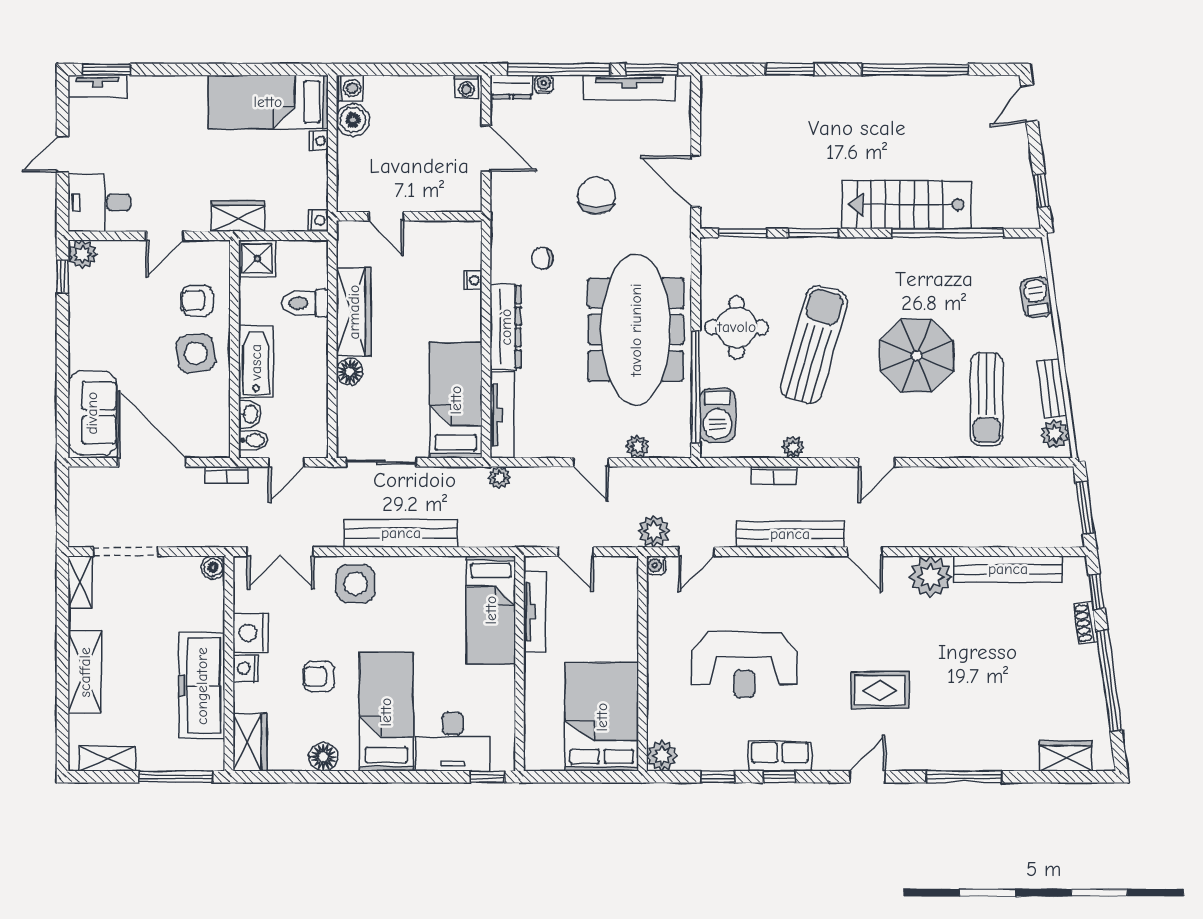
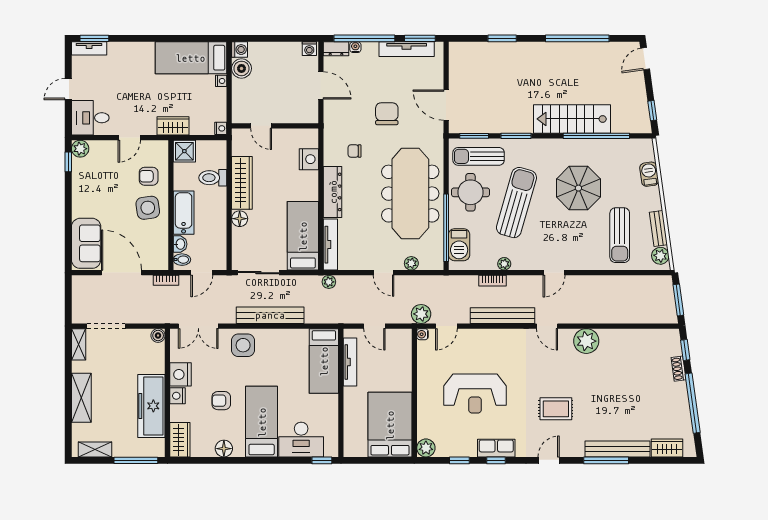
sun lounger: (750, 267) -> (479, 156), added
nightstand: (473, 280) -> (309, 159), width x1.89, depth x1.79
parasol: (917, 356) -> (578, 188), moved
bench: (1008, 569) -> (618, 449), moved

